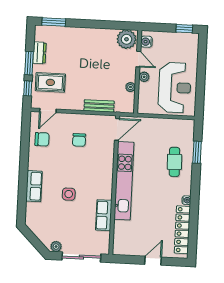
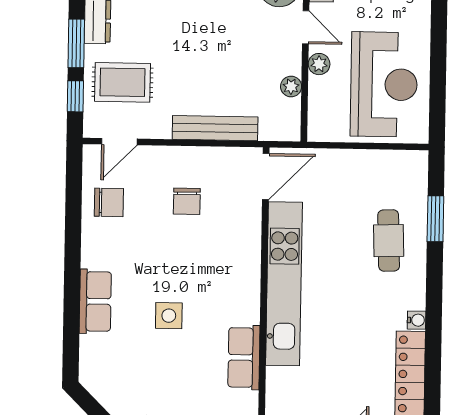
bench: (99, 106) -> (215, 128), width x1.36

